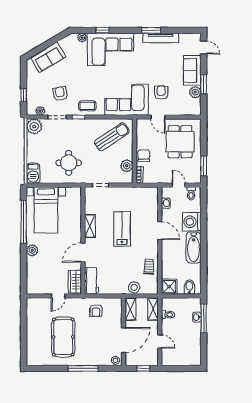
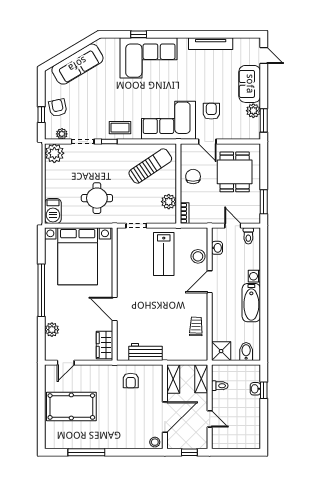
window: (151, 30) -> (199, 34), removed
plant: (82, 38) -> (114, 43), removed
sofa: (48, 57) -> (77, 64), width x1.36
window: (204, 84) -> (264, 120), moved
armchair: (60, 94) -> (58, 108), moved
chair: (144, 156) -> (193, 176), moved
bed with nightstands: (46, 210) -> (78, 256), width x1.36
window: (24, 222) -> (41, 290), moved
washing machine: (192, 222) -> (254, 276), width x0.53, depth x0.53
shelving: (90, 226) -> (123, 276), removed
lab bench: (122, 229) -> (164, 254), moved, turned 180
door: (160, 231) -> (210, 282), swing flipped
plant: (32, 250) -> (52, 330), moved
door: (83, 253) -> (115, 309), hinge flipped
workbench: (92, 281) -> (146, 352), moved, turned -90
stool: (134, 287) -> (198, 256), moved
door: (58, 296) -> (66, 363), moved
window: (204, 318) -> (264, 390), width x0.46
pool table: (63, 337) -> (71, 406), moved, turned 90
window: (83, 368) -> (86, 452), moved

